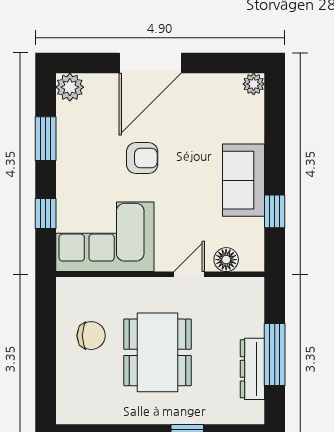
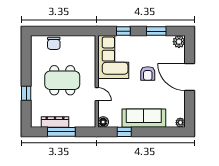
sofa: (244, 180) -> (144, 118), width x1.36
floor lamp: (226, 260) -> (103, 122), moved
chair: (91, 336) -> (54, 43), moved

